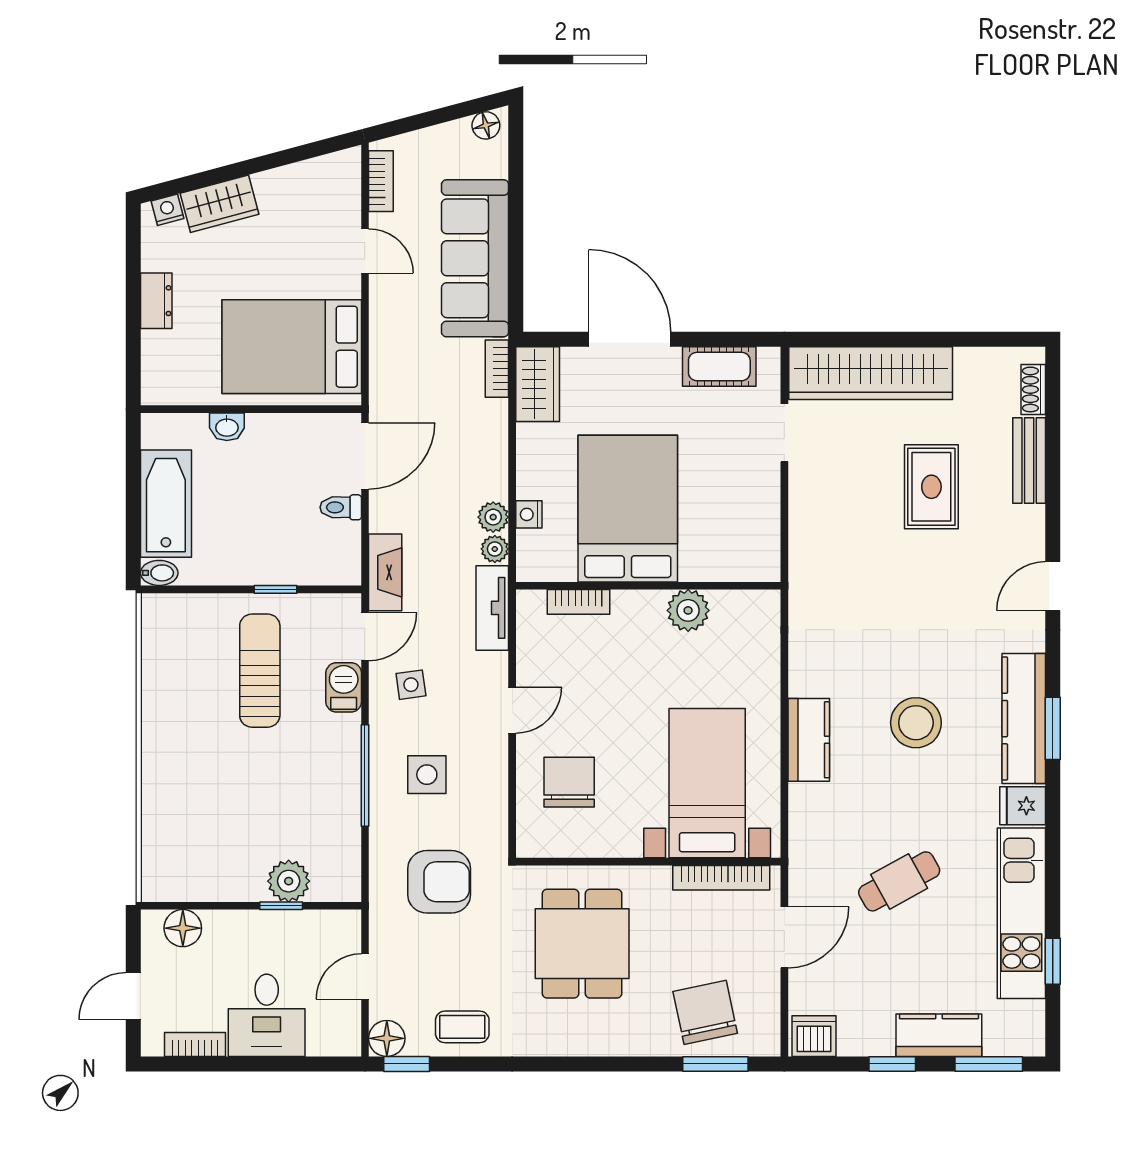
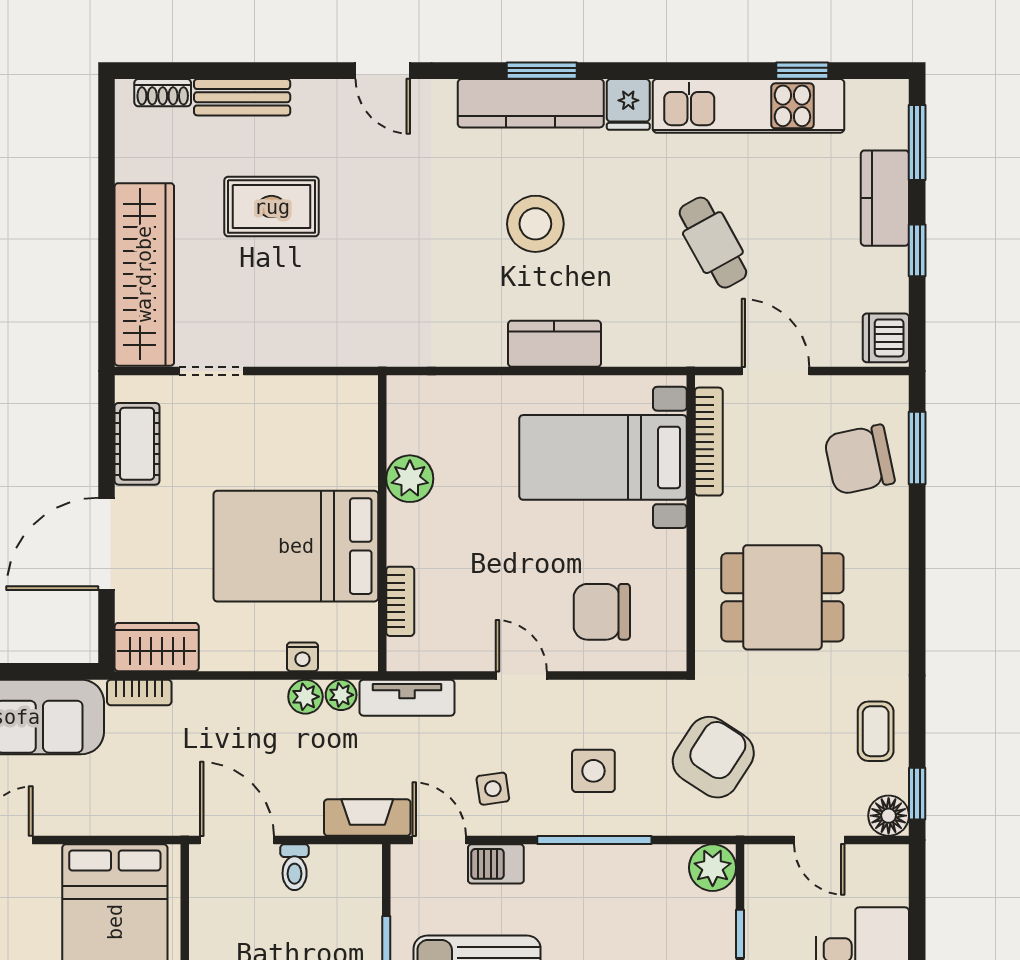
plant: (289, 881) -> (713, 868), moved
armchair: (439, 882) -> (713, 757), turned 33

